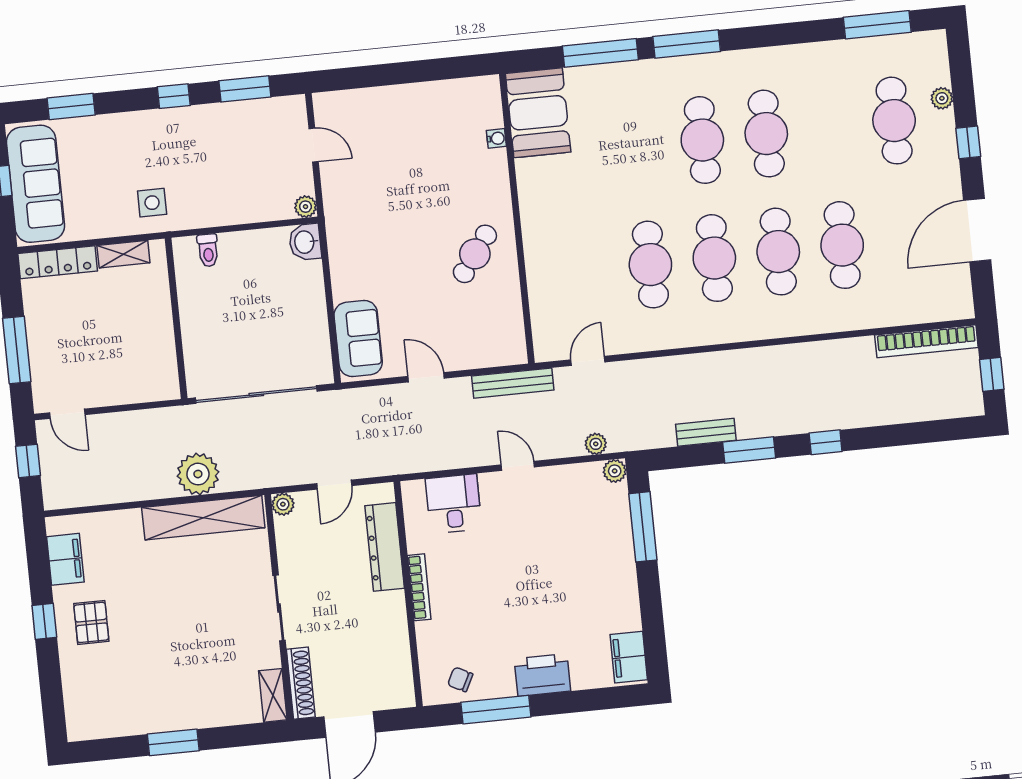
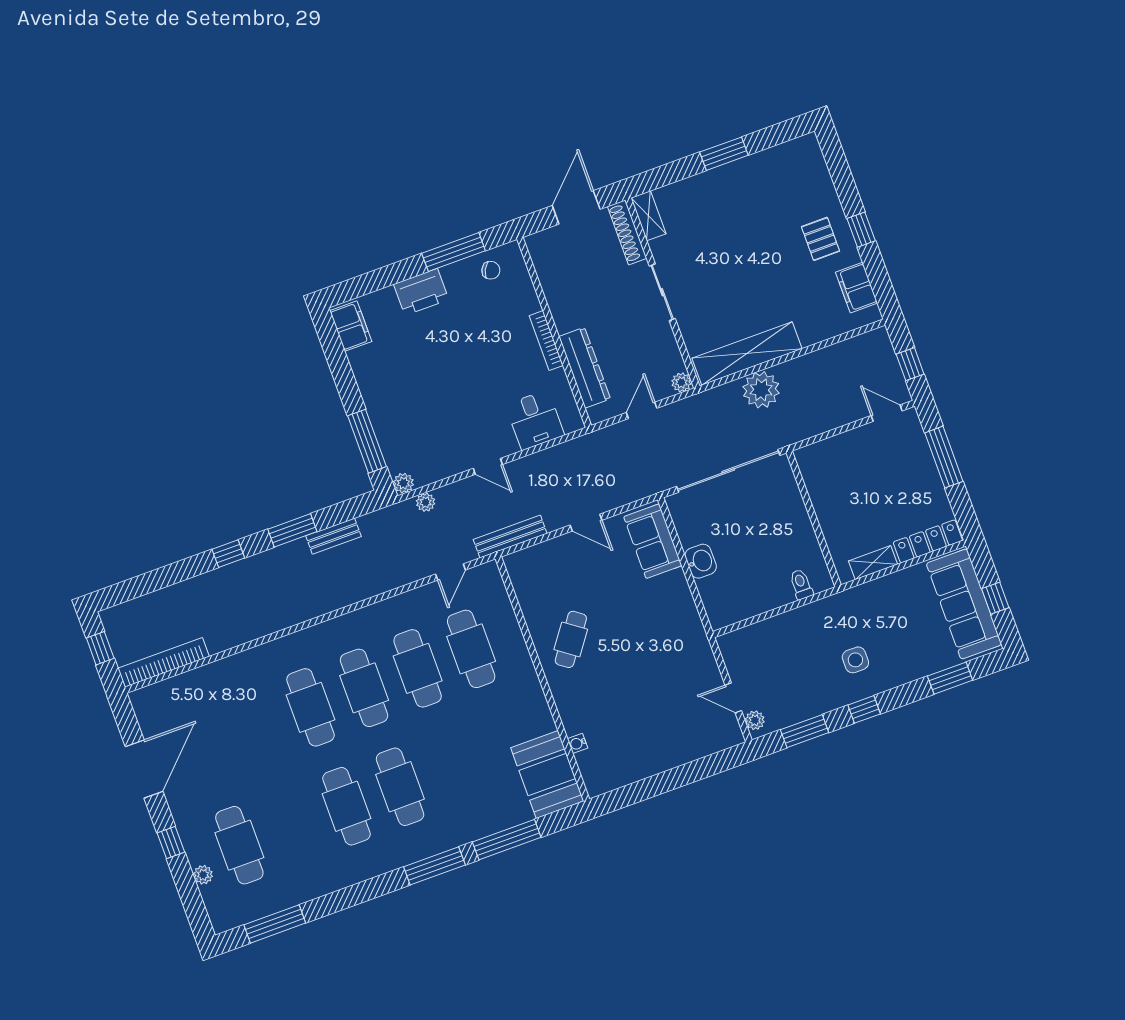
side table: (152, 203) -> (855, 660), moved
plant: (306, 207) -> (755, 720), moved
washbasin: (305, 242) -> (701, 561), moved
cafe table: (842, 245) -> (471, 649), moved

